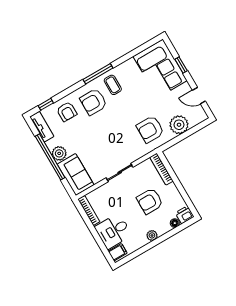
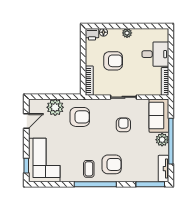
window: (181, 65) -> (26, 166), moved
window: (98, 74) -> (95, 184), width x1.46
door: (199, 96) -> (26, 121), hinge flipped
window: (46, 104) -> (150, 184), width x2.17
armchair: (67, 112) -> (123, 125), moved
filing cabinet: (118, 252) -> (162, 36), removed

